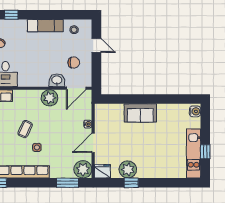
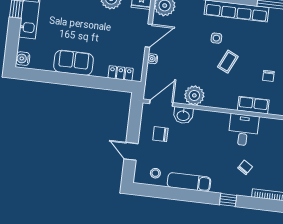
locker: (113, 109) -> (121, 73), added
sofa: (140, 113) -> (74, 63), moved

